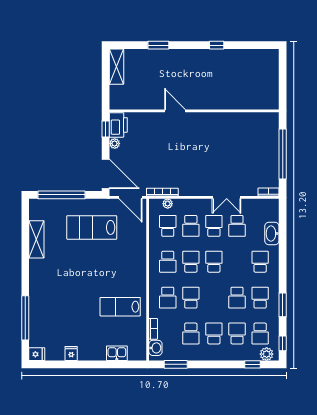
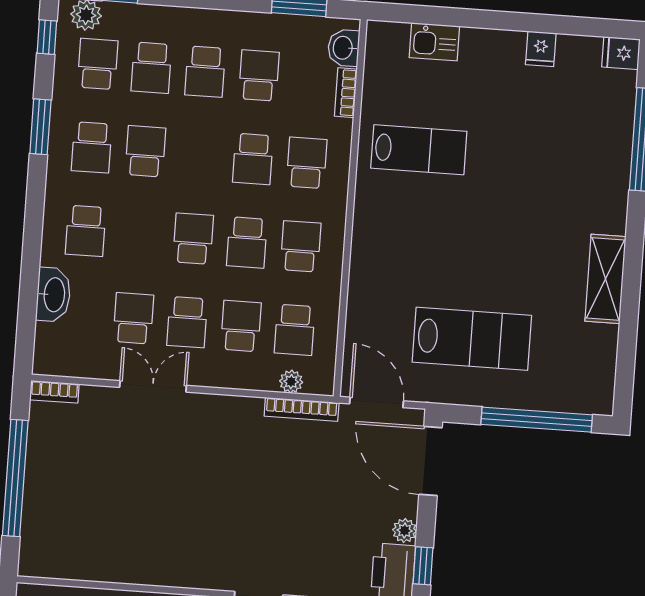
shelving: (36, 239) -> (606, 279), moved
school desk: (214, 262) -> (193, 239), turned 180

